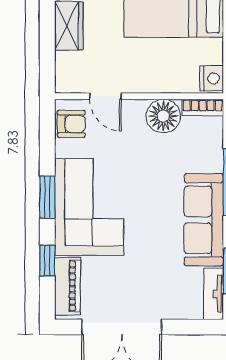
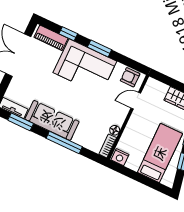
floor lamp: (163, 116) -> (115, 130), width x0.53, depth x0.53
armchair: (71, 124) -> (130, 77), turned 90

